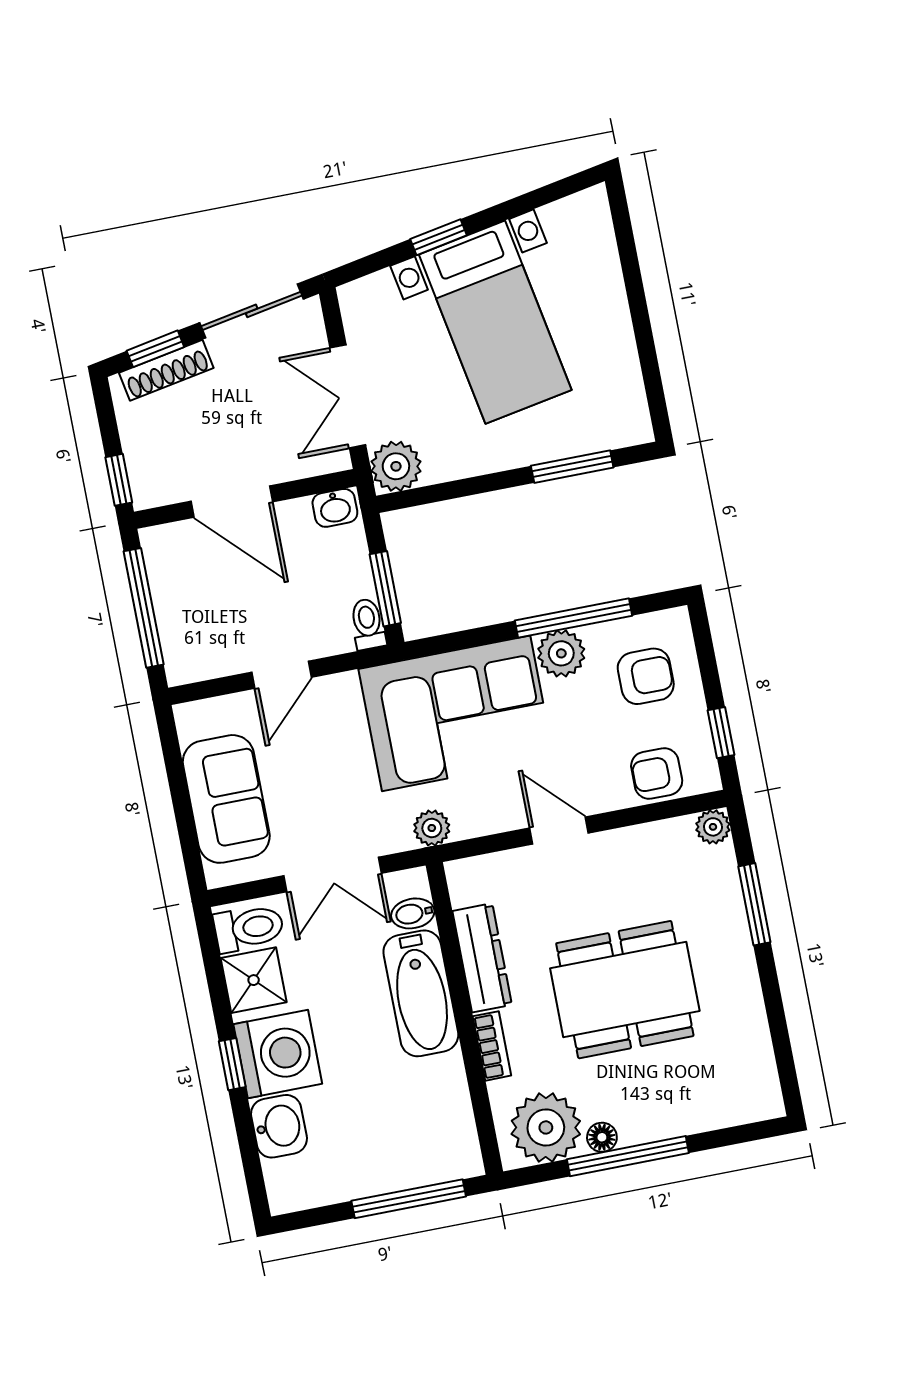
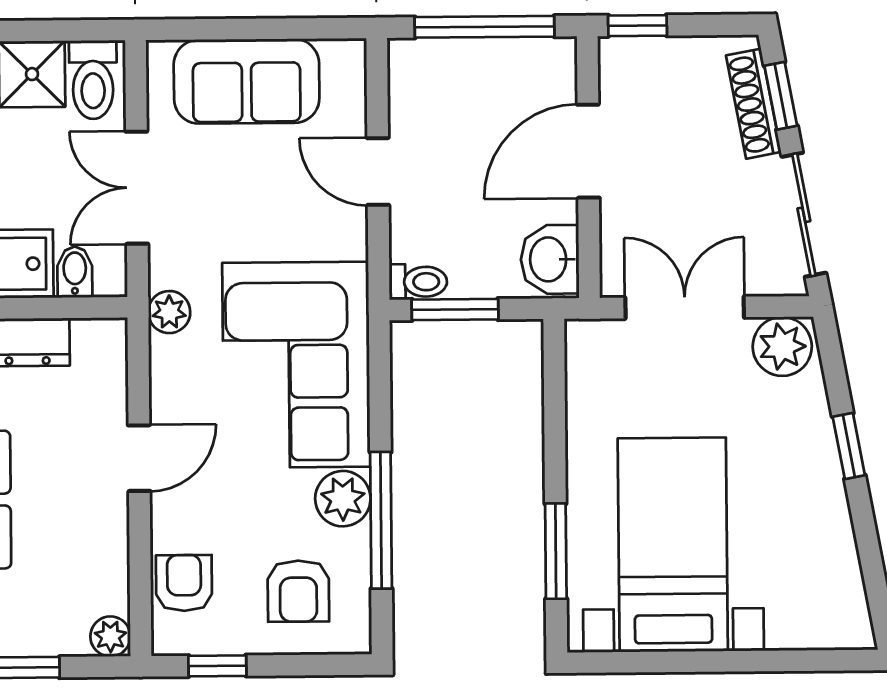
bed with nightstands: (495, 322) -> (673, 545), moved, turned 101
plant: (396, 466) -> (782, 346), moved
washbasin: (335, 508) -> (550, 259), width x1.38, depth x1.45

